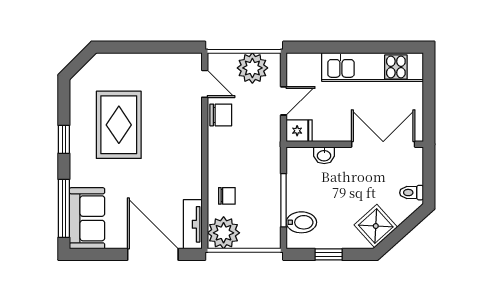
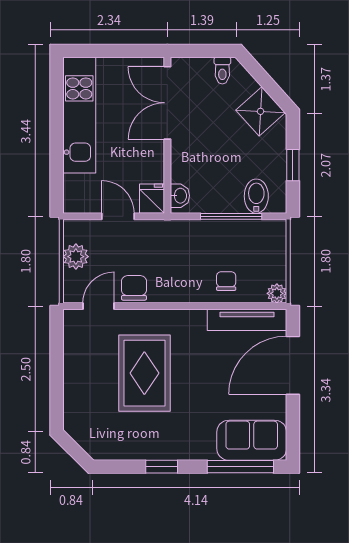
plant: (252, 68) -> (76, 257), width x0.73, depth x0.73
rug: (119, 125) -> (144, 373), moved, turned 90
washbasin: (324, 155) -> (180, 196), moved
tv unit: (193, 224) -> (247, 320), width x1.41
plant: (224, 233) -> (277, 293), width x0.53, depth x0.53

